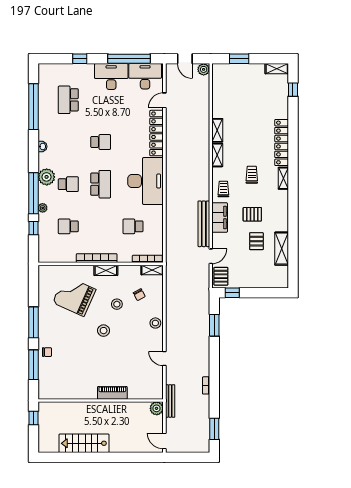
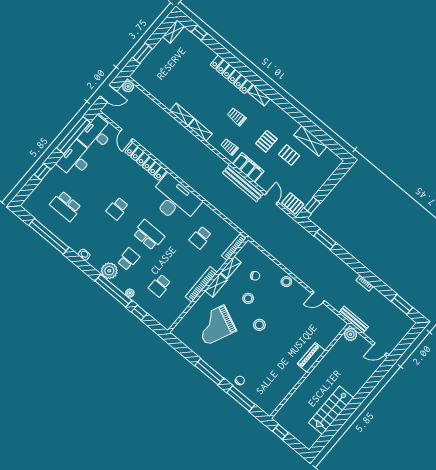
school desk: (101, 142) -> (117, 209), turned 180
shelving: (152, 270) -> (231, 267), moved

